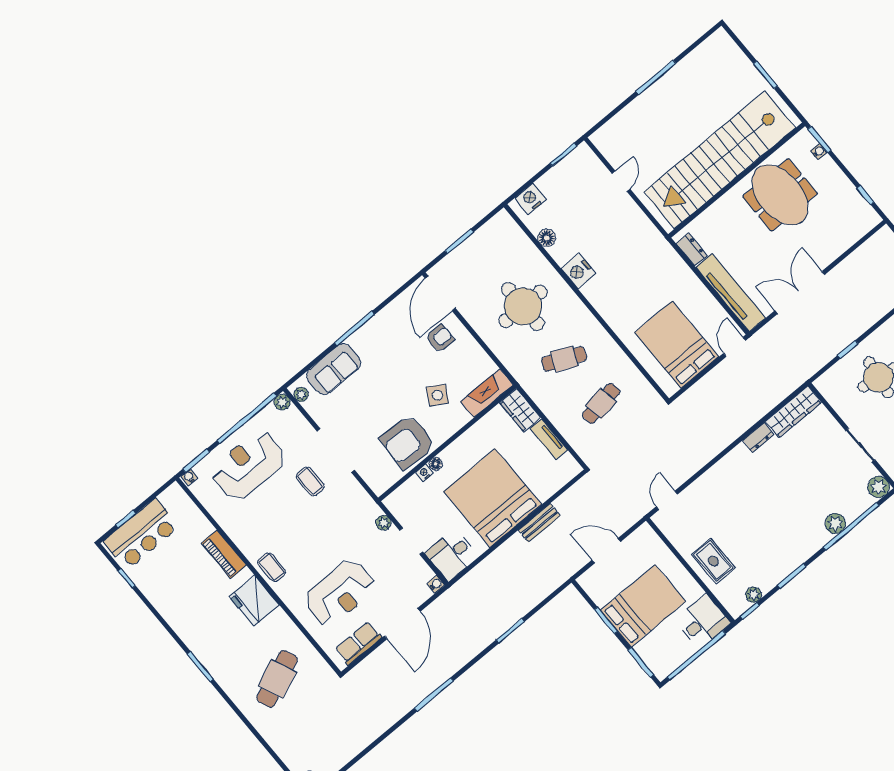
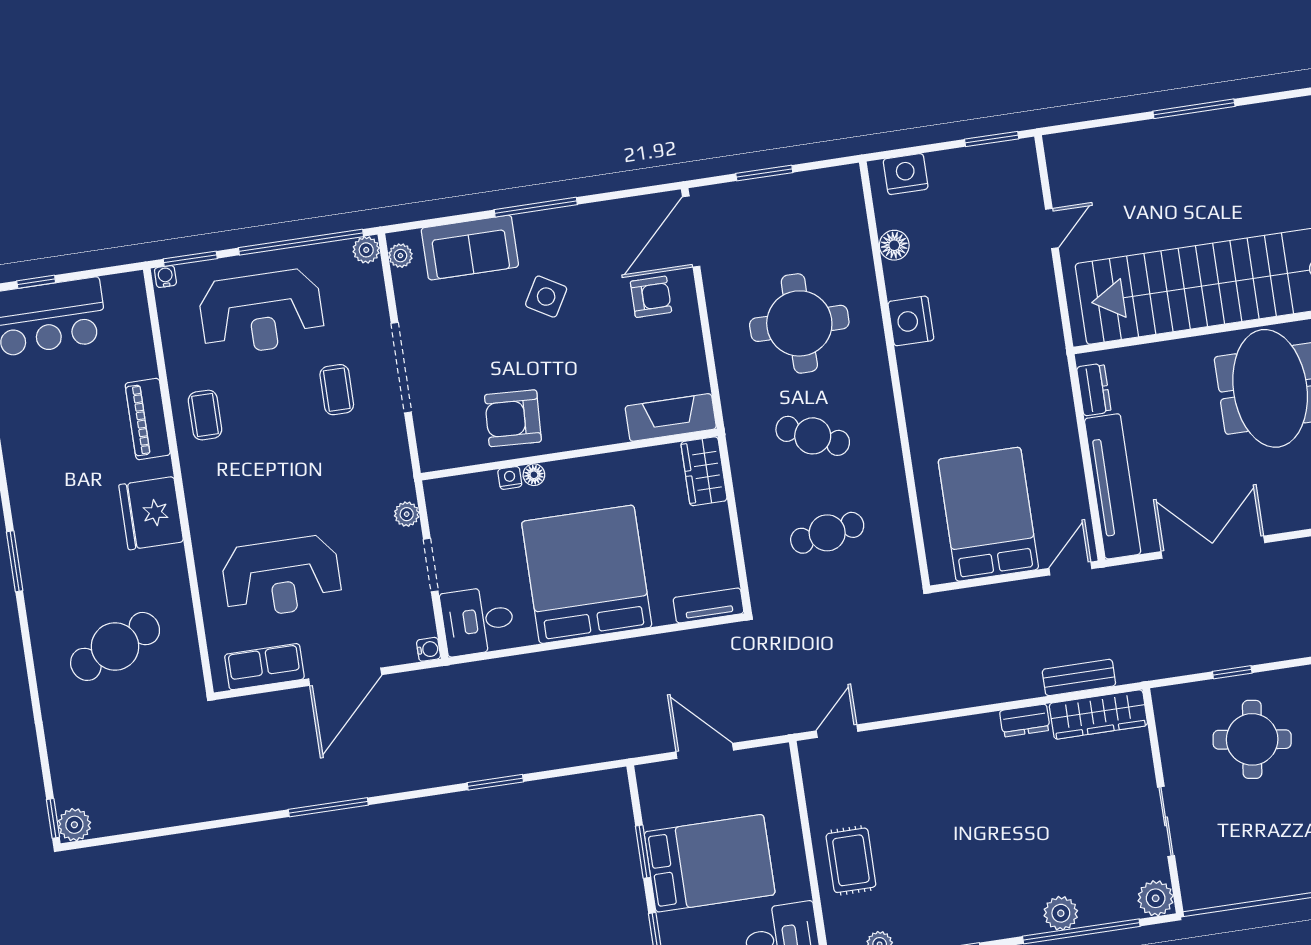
side table: (438, 395) -> (546, 297), moved
tv unit: (549, 439) -> (709, 605), moved, turned 90
armchair: (408, 442) -> (513, 418), width x0.73, depth x0.73
reception desk: (248, 466) -> (261, 312), turned 180
bench: (539, 523) -> (1079, 678), moved
coffee table: (272, 567) -> (205, 415), moved

